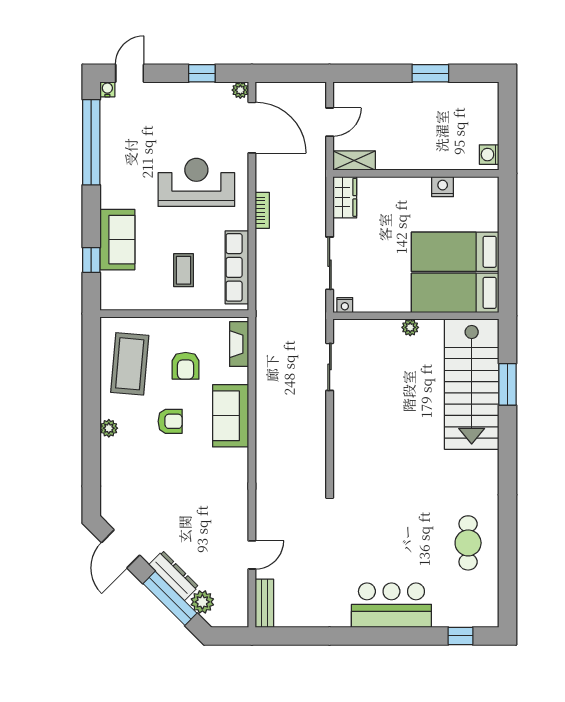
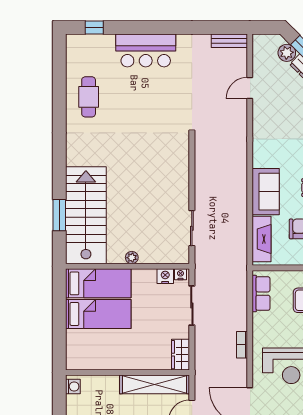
shelving: (354, 161) -> (155, 384), width x2.20, depth x1.33
nightstand: (443, 187) -> (165, 276), moved, turned 180
row of seats: (237, 267) -> (261, 294), width x0.68
fireplace: (239, 344) -> (262, 239), width x1.37, depth x1.32
bench: (264, 603) -> (229, 41), moved, turned 90

